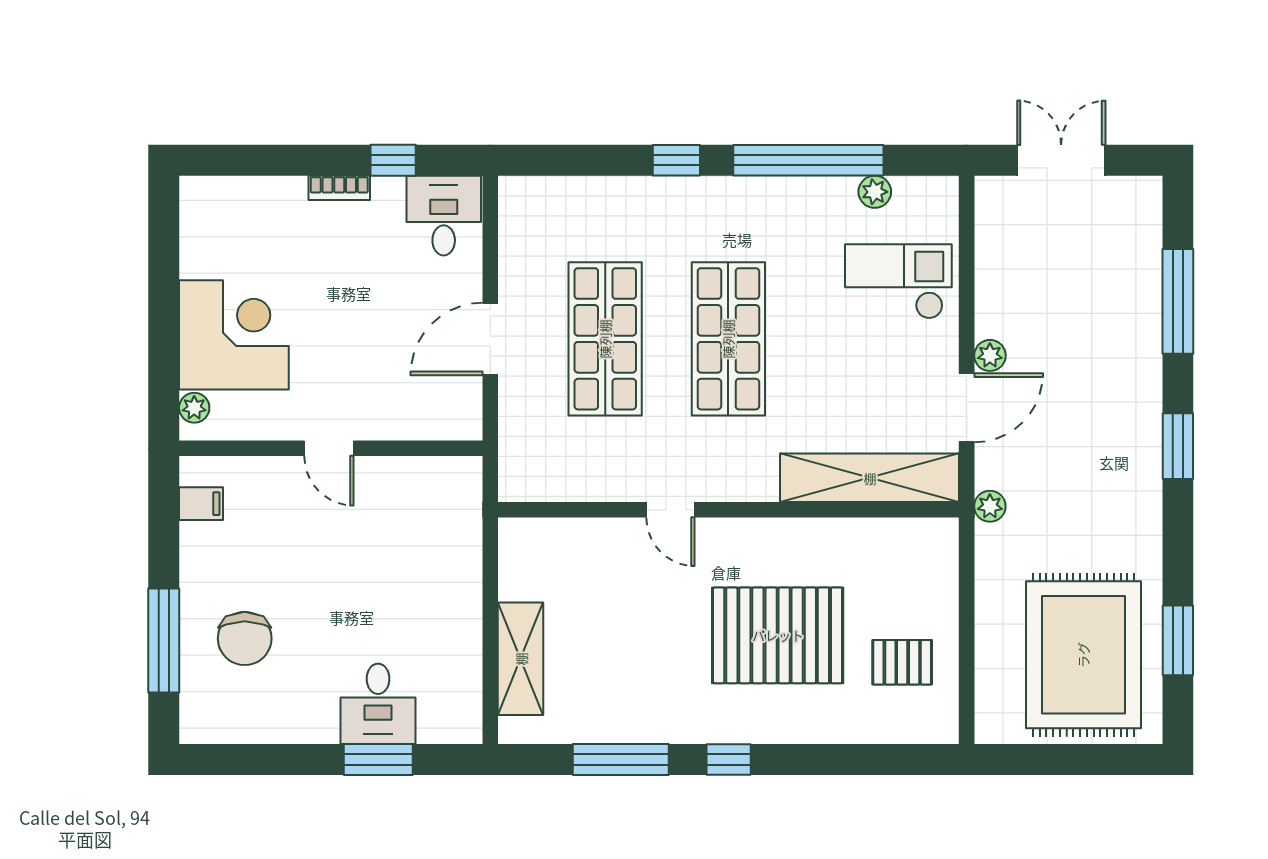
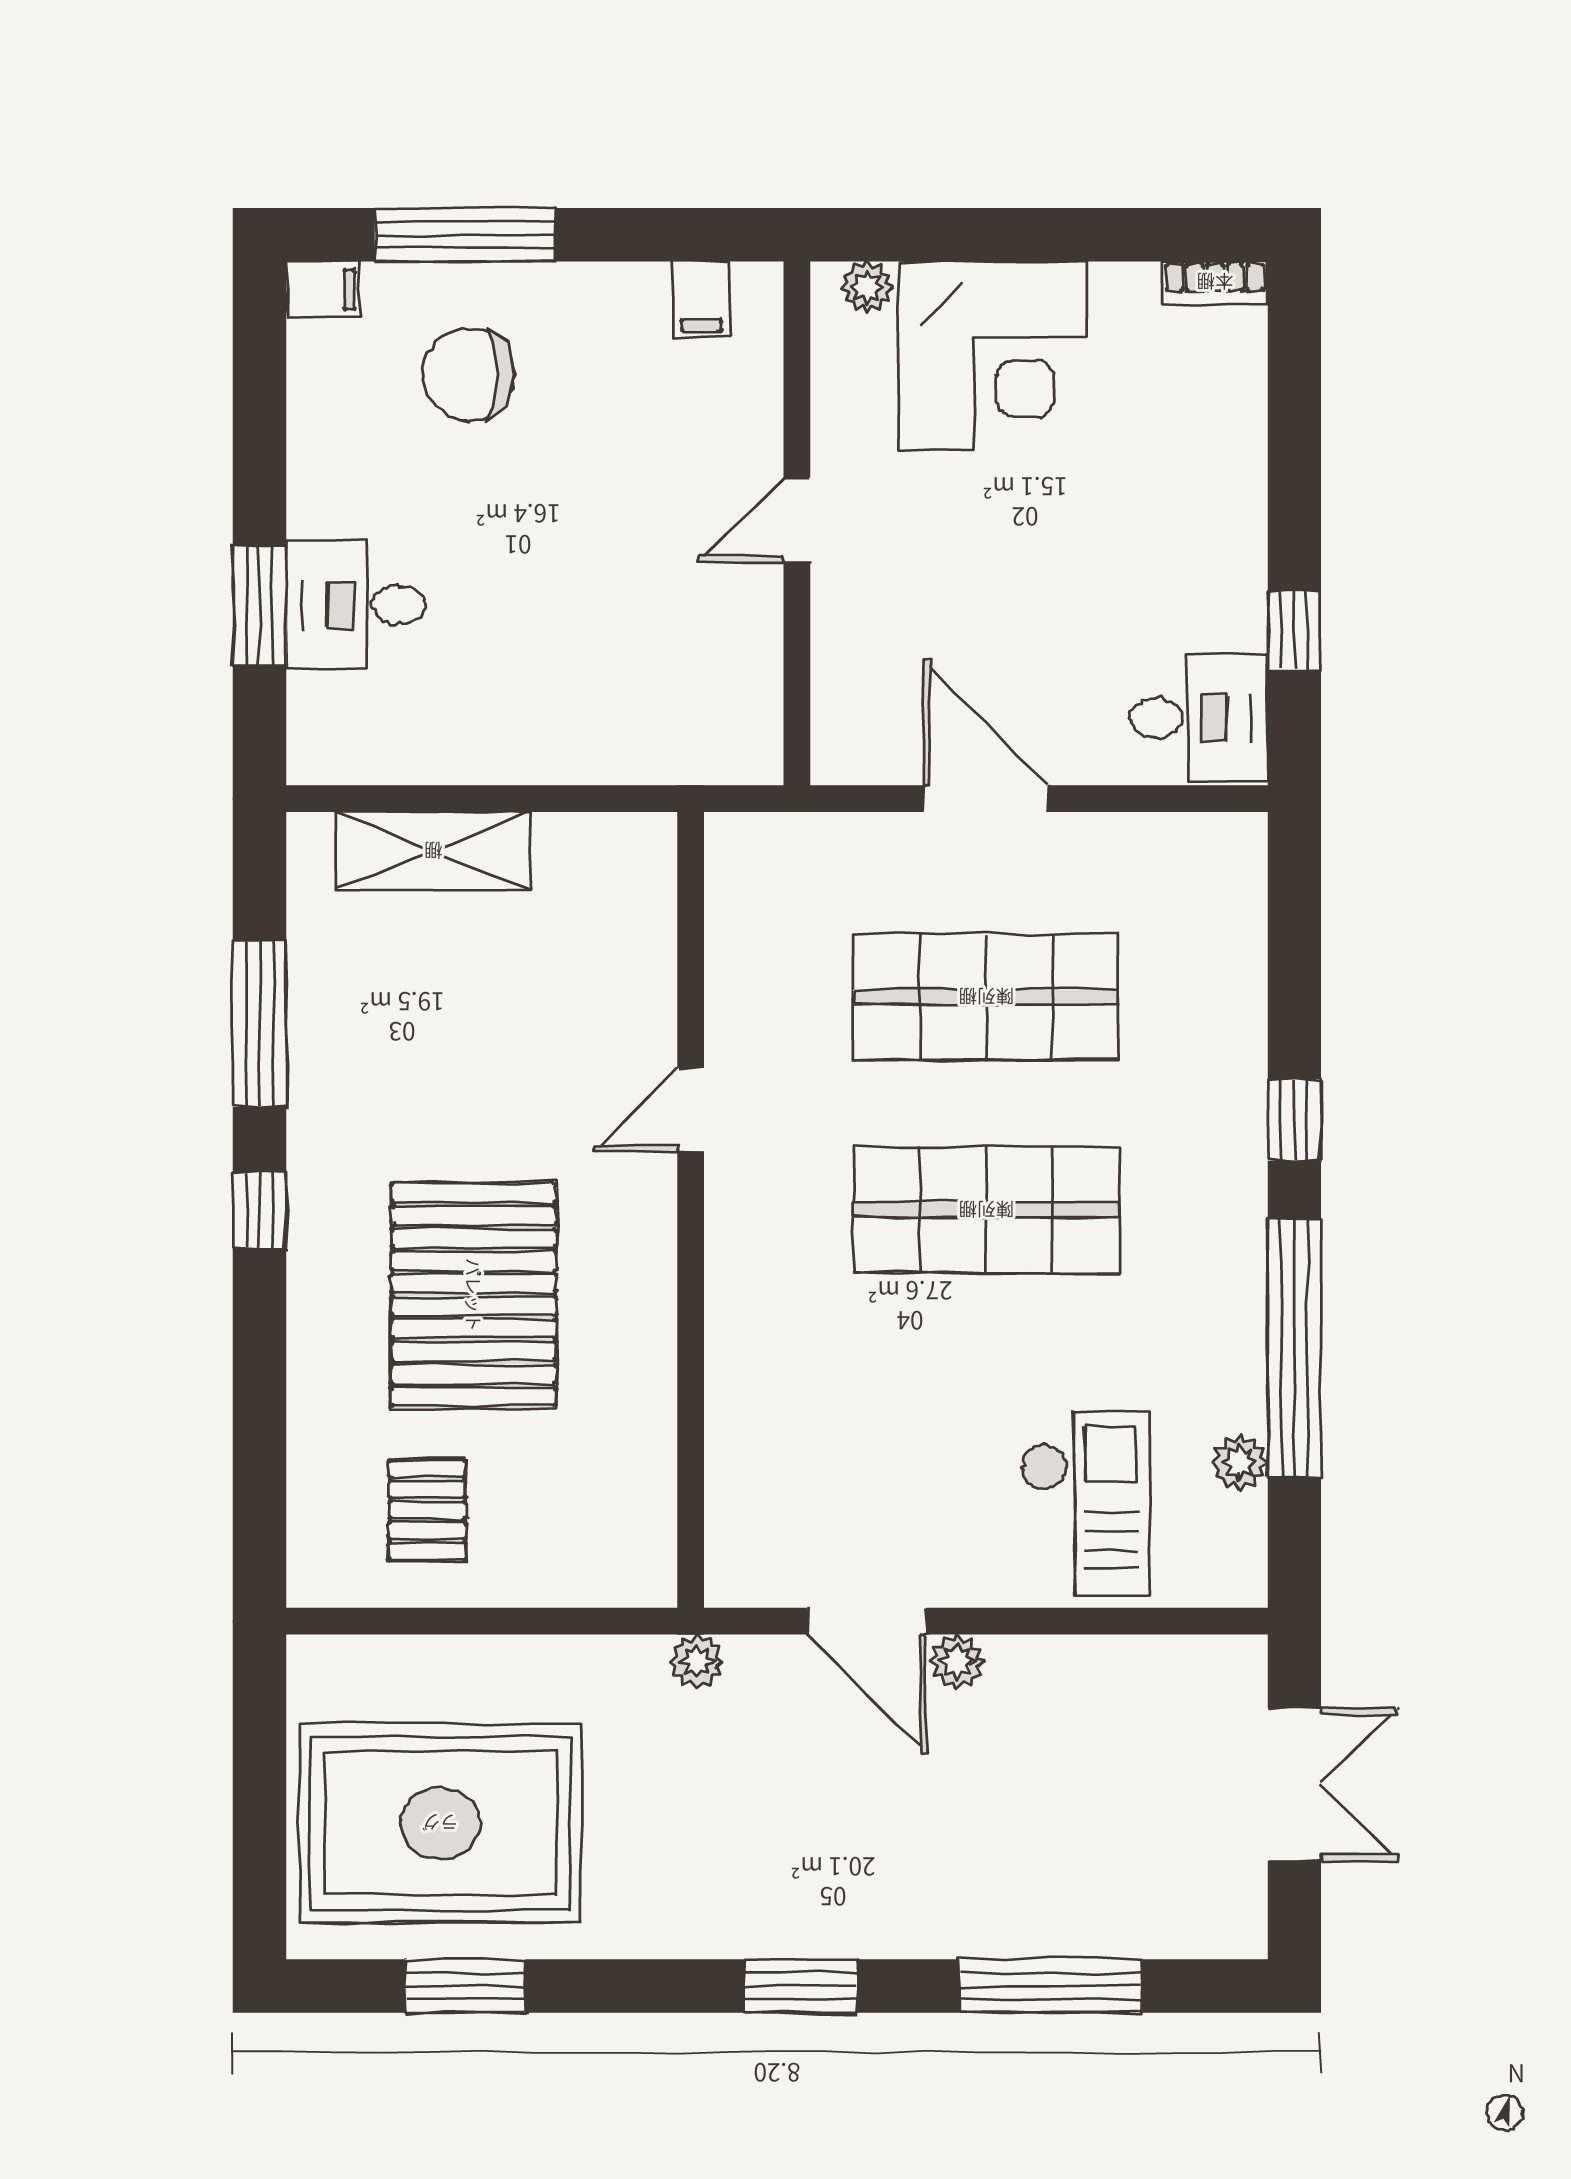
bookcase: (339, 188) -> (1215, 282), moved, turned -90
shelving: (870, 478) -> (746, 1454), removed
filing cabinet: (195, 722) -> (323, 289), added

